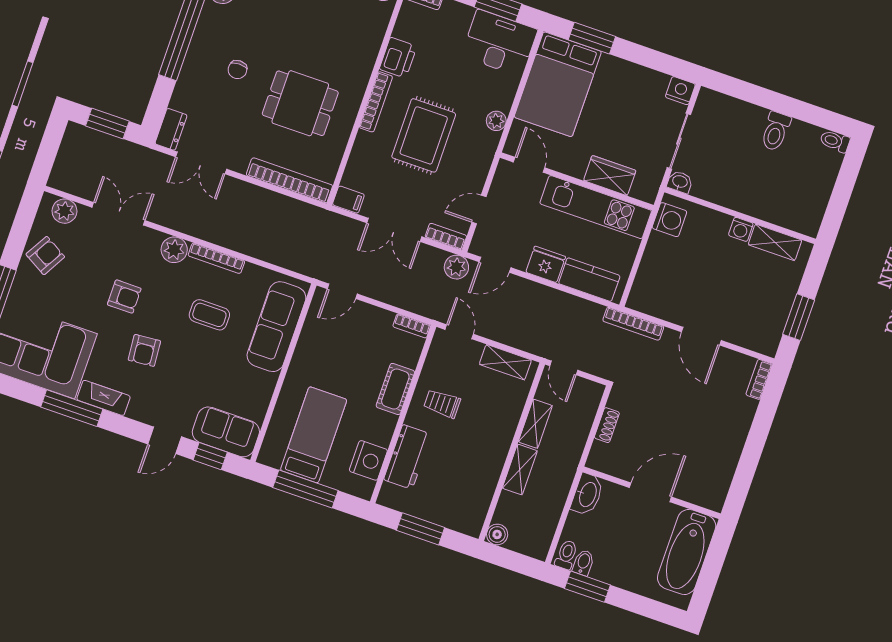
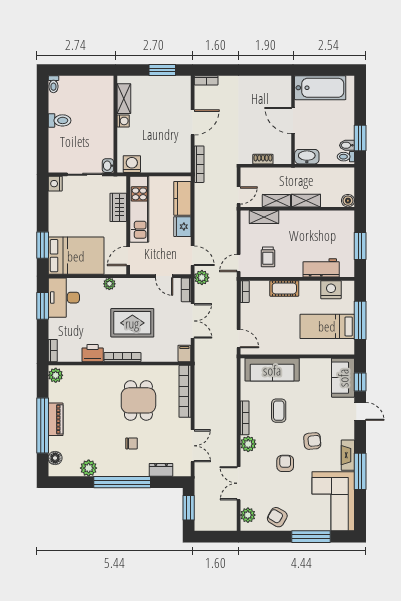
dresser: (171, 129) -> (161, 470), moved
shelving: (505, 362) -> (264, 217), moved, turned 90
trolley: (442, 404) -> (268, 257), moved

